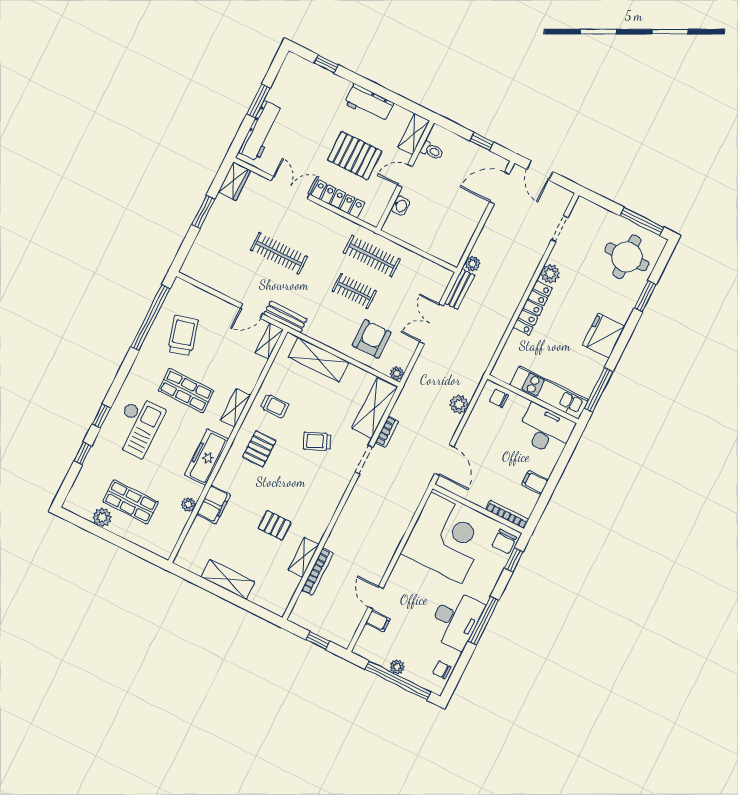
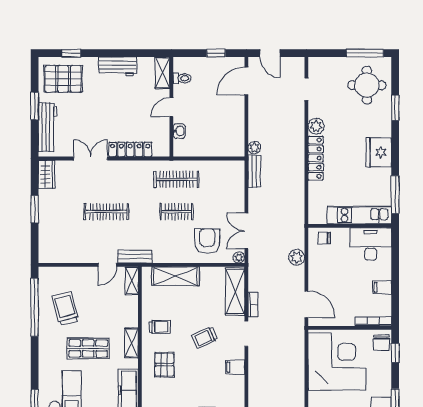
pallet: (355, 156) -> (63, 79), moved
double door: (432, 324) -> (246, 231), moved
filing cabinet: (334, 489) -> (235, 367), added

